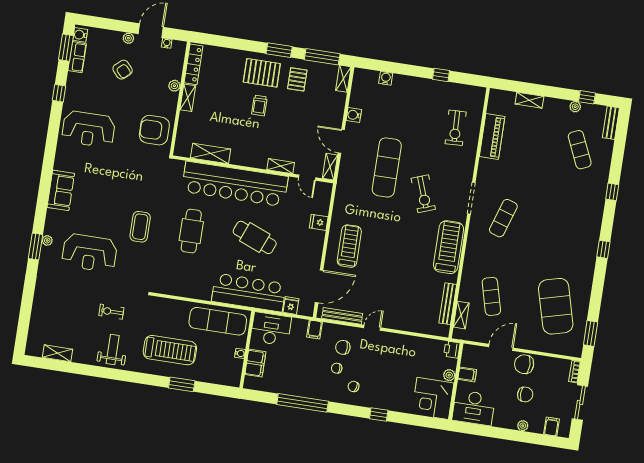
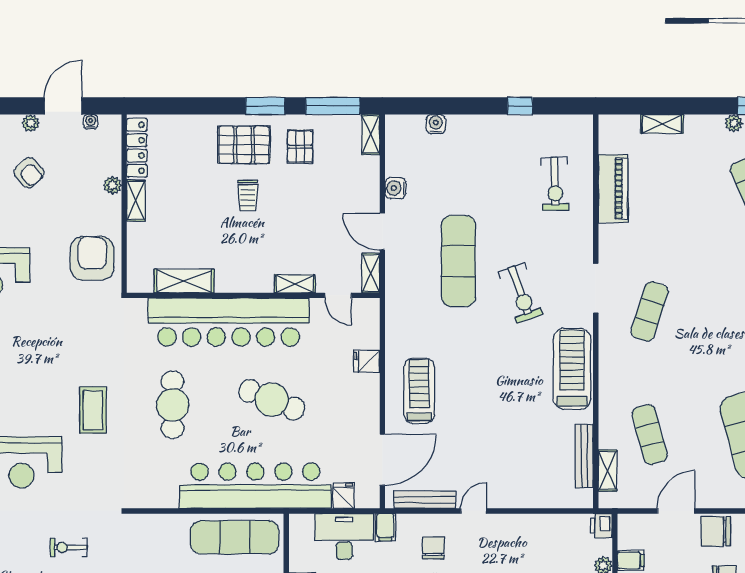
armchair: (154, 130) -> (92, 258), turned 90
bar counter: (249, 292) -> (255, 486), width x1.36
desk: (271, 329) -> (344, 537), moved
chair: (343, 347) -> (433, 548), turned 90

